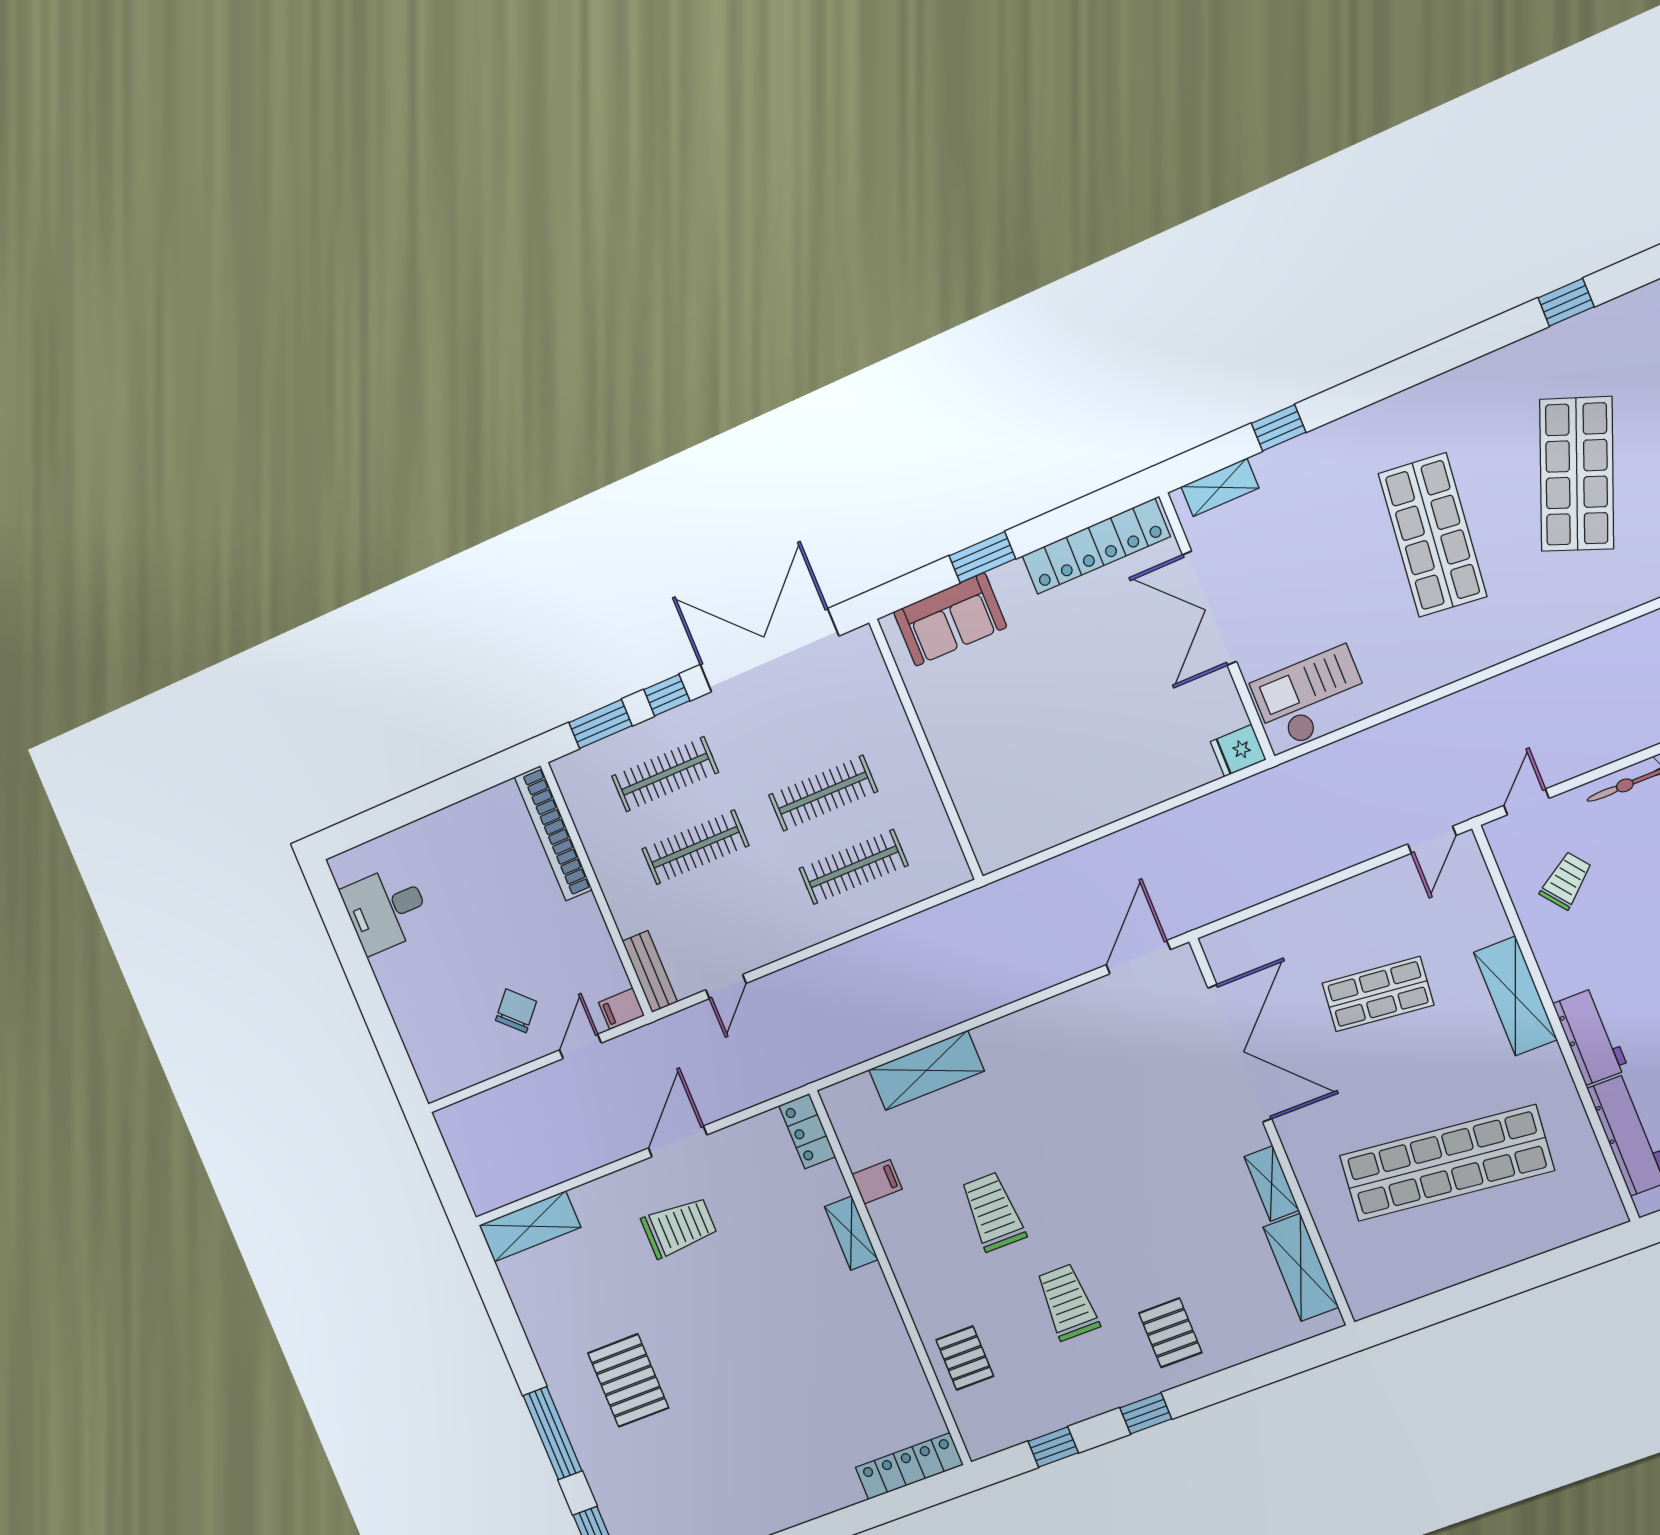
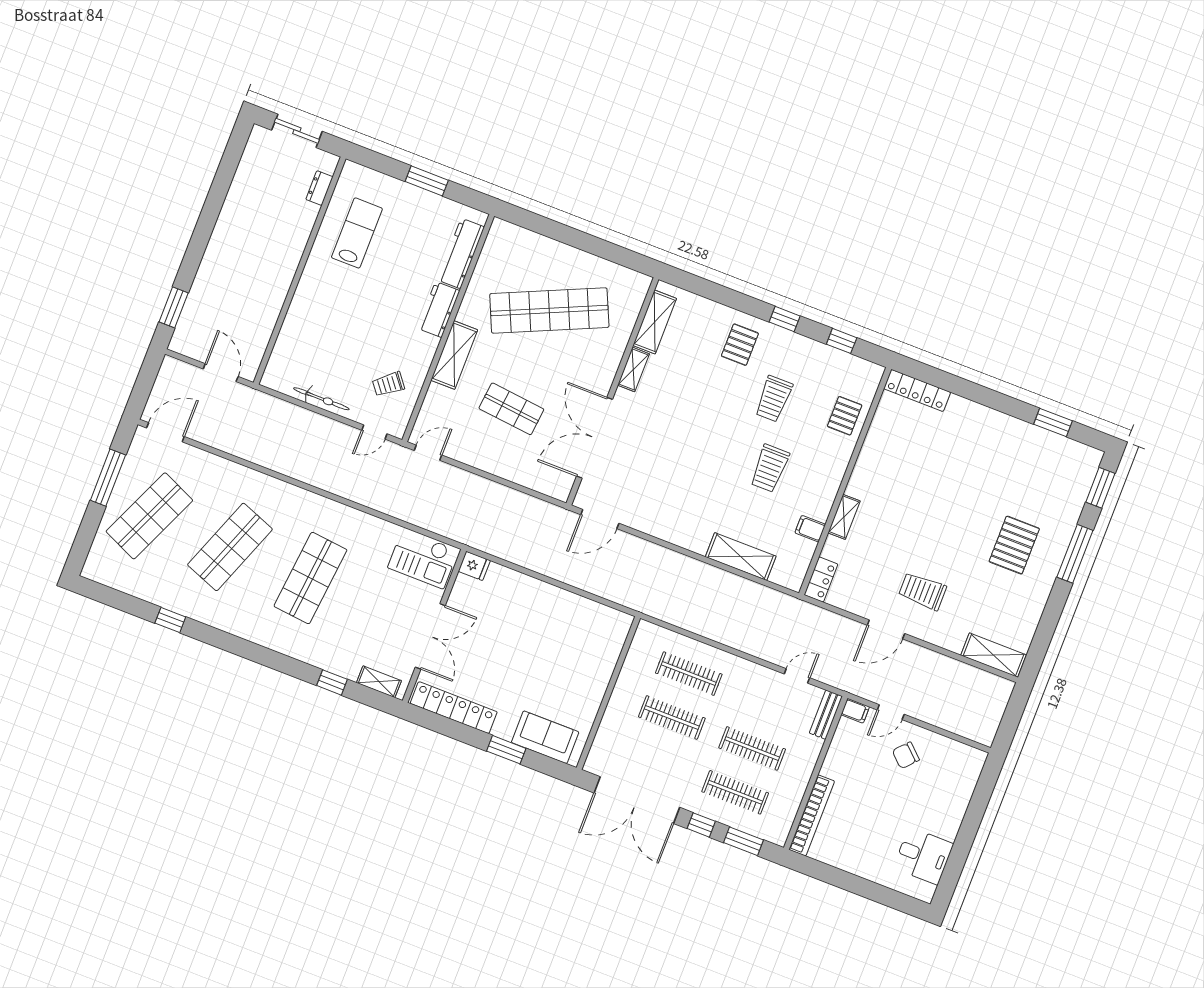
shop shelf: (1447, 1163) -> (549, 310), turned -30

